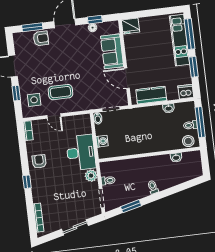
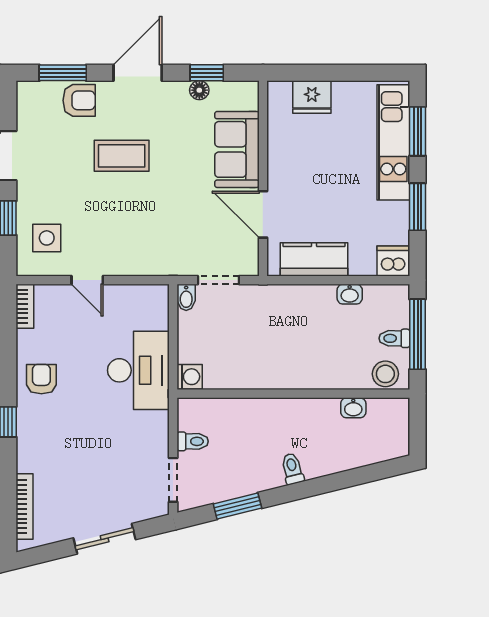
fridge: (131, 26) -> (312, 97), moved
window: (189, 34) -> (418, 131), width x0.69
coffee table: (60, 92) -> (122, 156), moved
washing machine: (102, 141) -> (190, 377), moved
plant: (91, 176) -> (155, 426), removed

